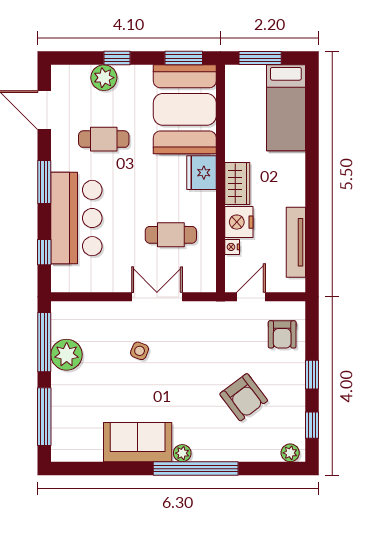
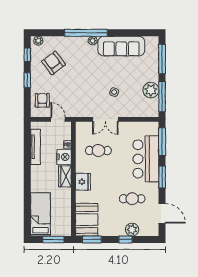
booth: (185, 109) -> (87, 220), width x0.73, depth x0.70
window: (44, 252) -> (162, 142), width x2.17
door: (251, 297) -> (58, 119), swing flipped
armchair: (244, 397) -> (54, 63), moved
sofa: (138, 442) -> (121, 46), width x1.36

